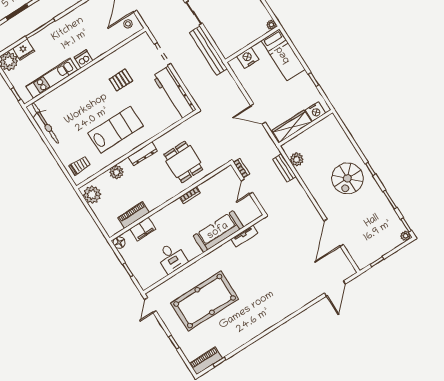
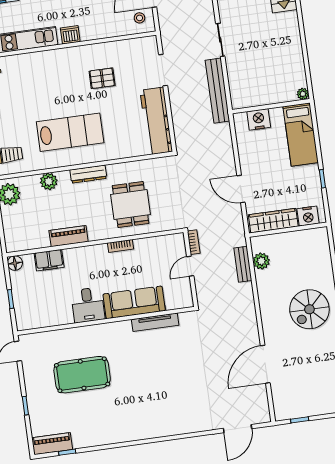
piano: (134, 215) -> (69, 236), moved
tv unit: (245, 236) -> (155, 322), width x1.41
desk: (172, 258) -> (88, 305), moved
pool table: (205, 301) -> (82, 375), width x0.73, depth x0.76

